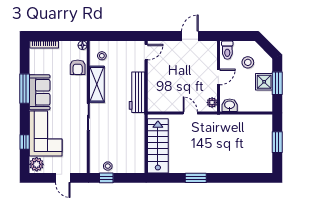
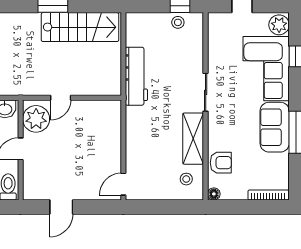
armchair: (78, 67) -> (221, 163), turned 90
workbench: (137, 92) -> (136, 76), moved
plant: (212, 102) -> (36, 119), width x1.88, depth x1.88
door: (190, 113) -> (61, 98), hinge flipped
stairs: (158, 146) -> (80, 27), moved, turned -90

